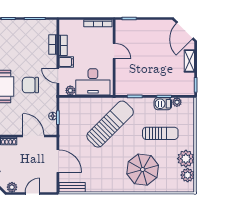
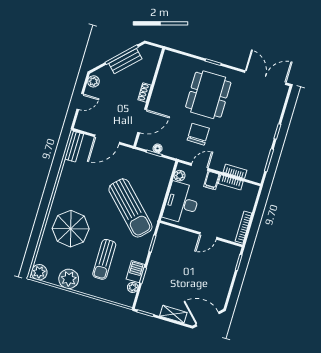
plant: (188, 175) -> (39, 272), moved
door: (32, 193) -> (80, 102), hinge flipped

